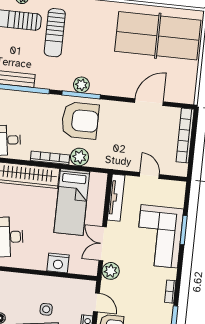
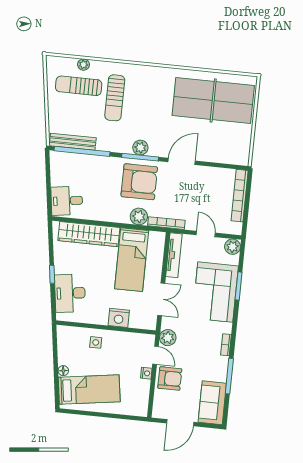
door: (149, 102) -> (182, 161), moved
bookcase: (50, 158) -> (166, 223), moved
plant: (177, 189) -> (233, 247), added
double door: (103, 244) -> (161, 299), swing flipped
plant: (111, 271) -> (168, 338), moved
side table: (46, 309) -> (96, 342), moved

